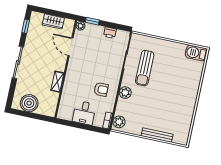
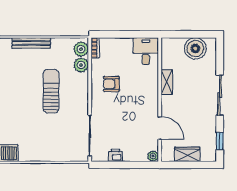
window: (92, 21) -> (140, 165), removed
sun lounger: (145, 68) -> (51, 91), moved
plant: (125, 93) -> (81, 65), moved
desk: (84, 113) -> (146, 51), moved

